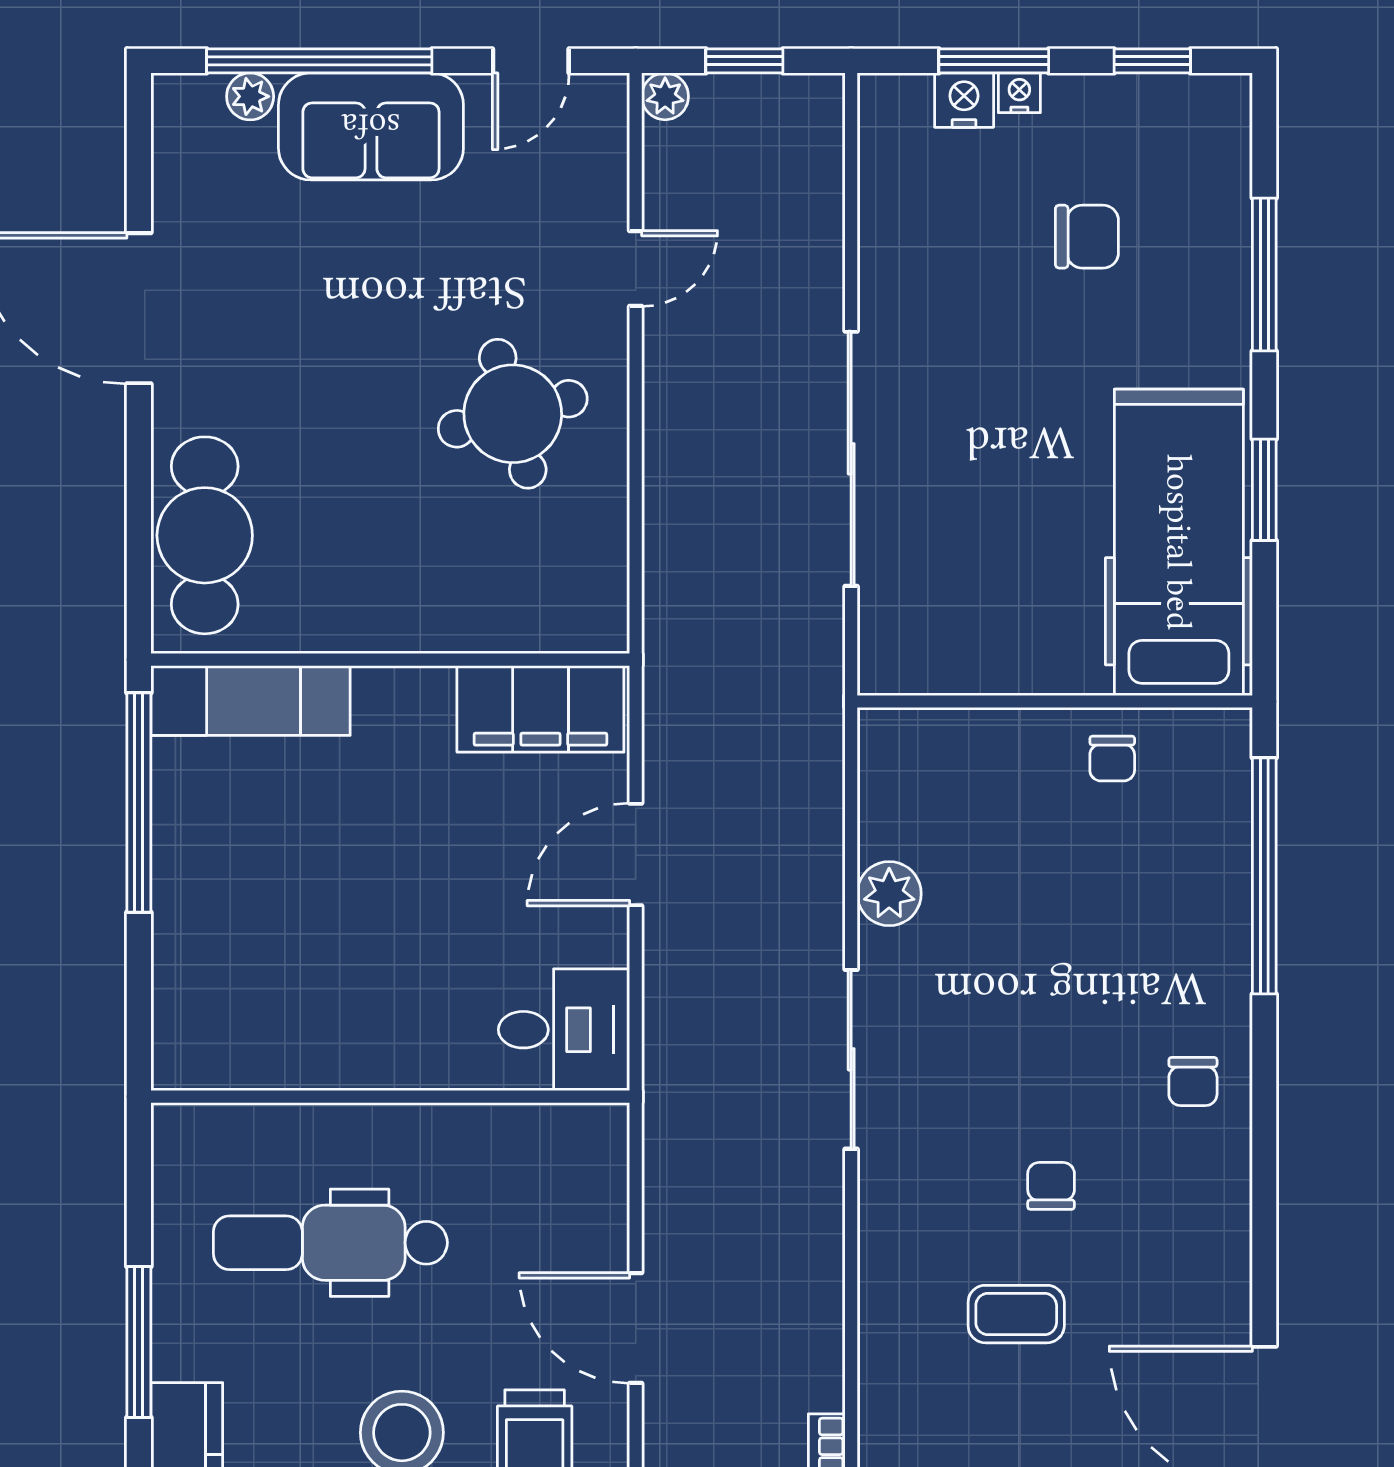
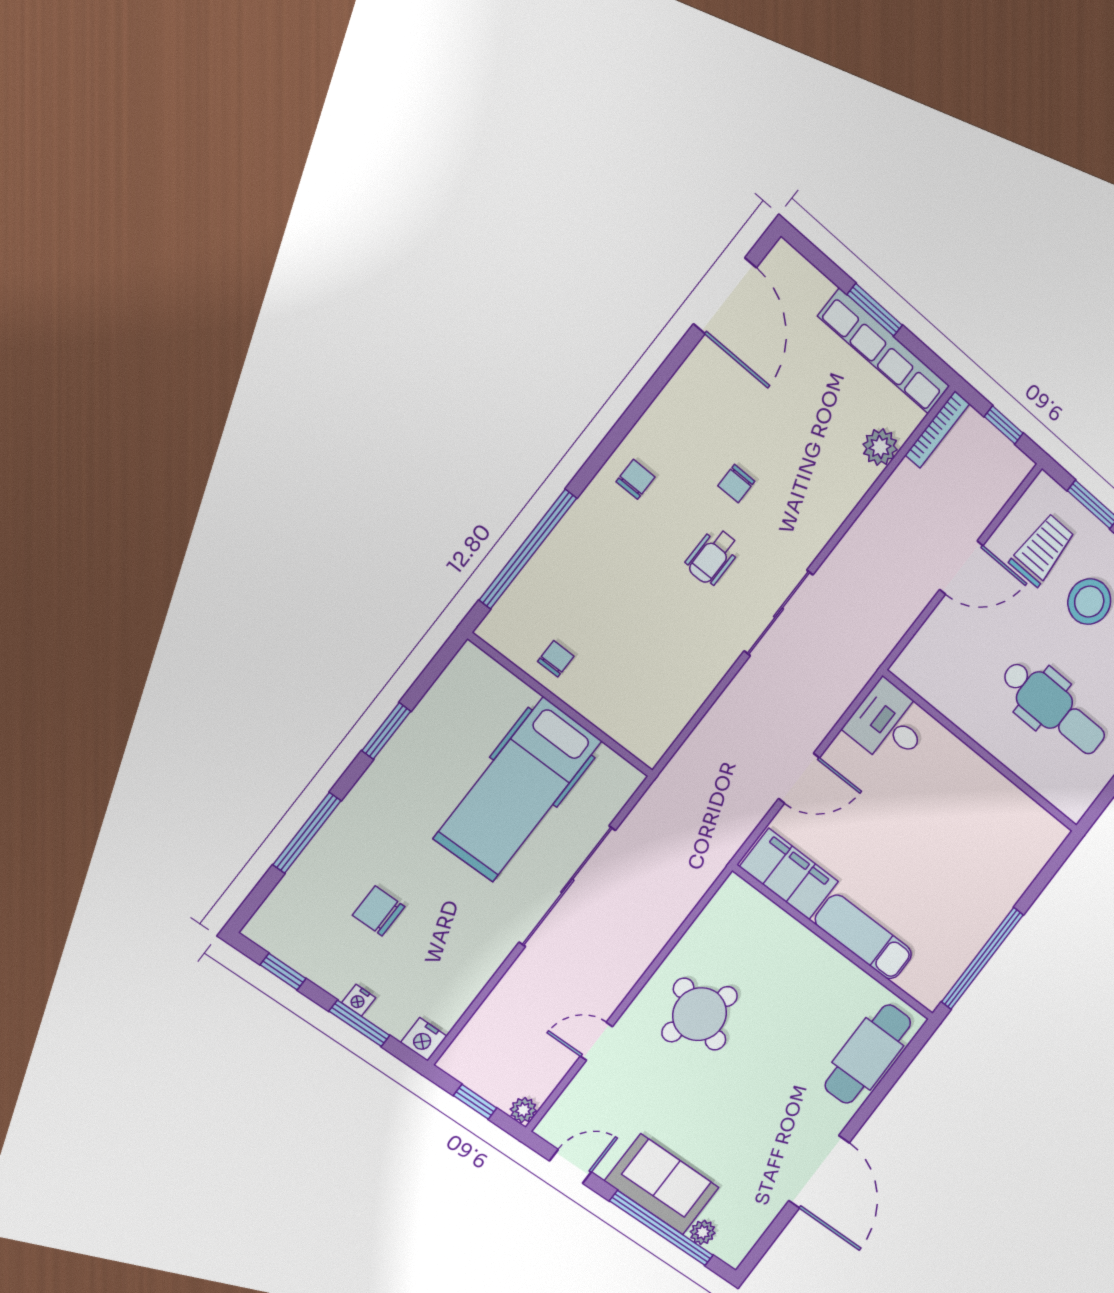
nightstand: (964, 100) -> (424, 1039), moved
round table: (513, 414) -> (700, 1014), turned 36
hospital bed: (1179, 542) -> (518, 789), moved
exam couch: (250, 701) -> (864, 937), moved
plant: (889, 894) -> (880, 447), moved
wheelchair: (1005, 1063) -> (713, 556), added
coffee table: (1016, 1314) -> (797, 438), removed
door: (636, 1328) -> (961, 568), hinge flipped

